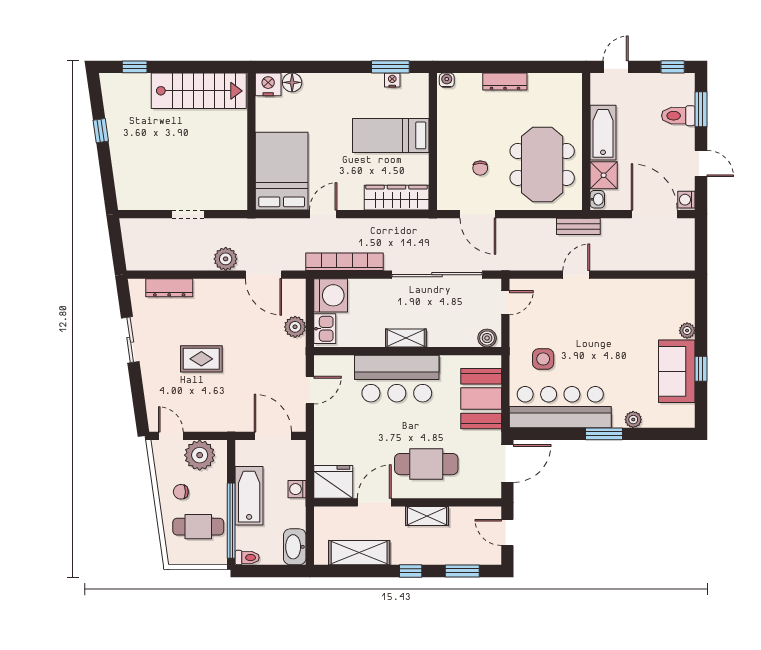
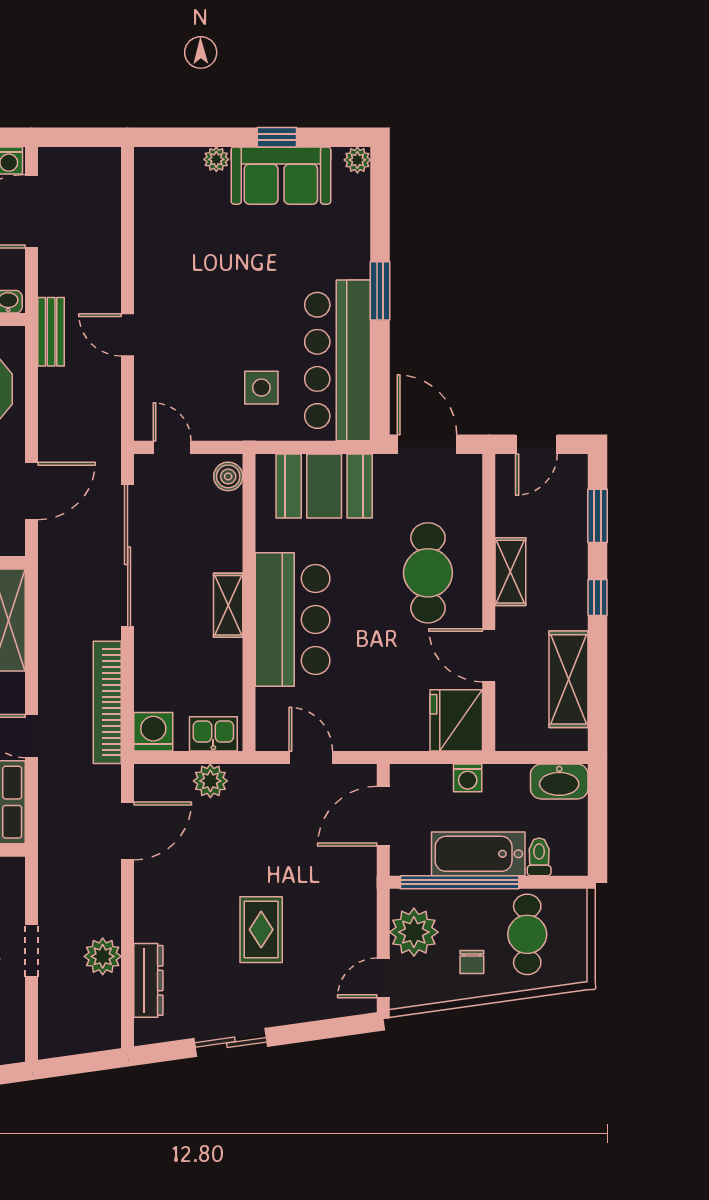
plant: (226, 259) -> (103, 956), moved
washing machine: (331, 295) -> (153, 732), width x0.73, depth x0.73
plant: (633, 420) -> (357, 160), moved
window: (231, 521) -> (460, 882), moved
toilet: (247, 558) -> (539, 857), moved

